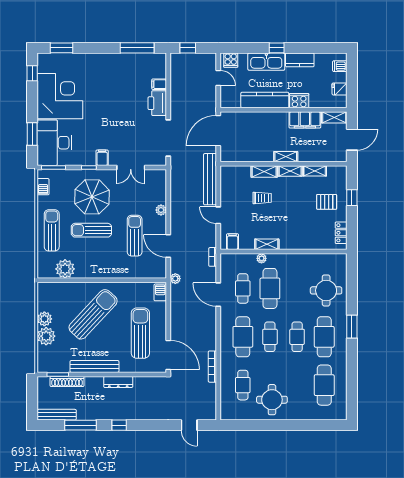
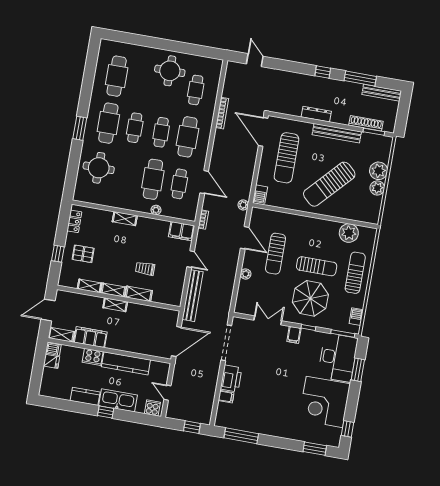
dishwasher: (340, 66) -> (53, 349), moved
sun lounger: (52, 230) -> (355, 273), turned 180
filing cabinet: (232, 242) -> (181, 231), width x2.00
shelving: (267, 244) -> (125, 219), moved

